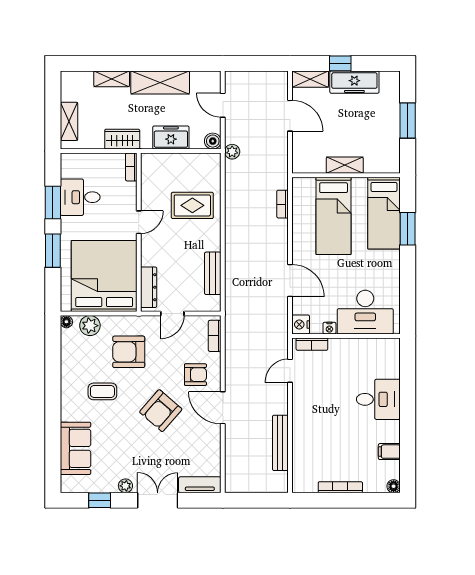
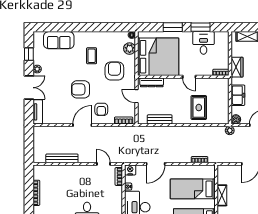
armchair: (161, 411) -> (81, 89), turned -41

